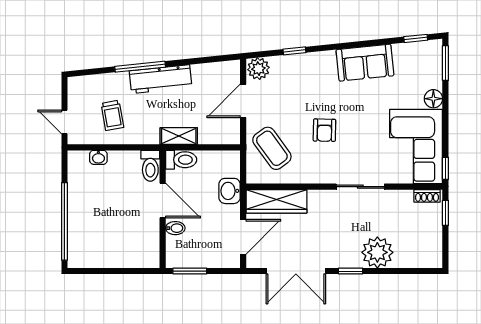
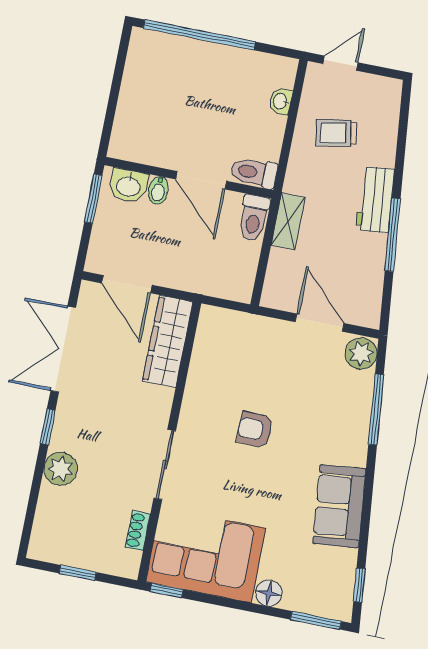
window: (294, 51) -> (376, 410), width x2.17
window: (140, 67) -> (393, 235), moved
workbench: (161, 79) -> (375, 200), width x0.73
coffee table: (272, 148) -> (244, 350), removed
washbasin: (230, 191) -> (128, 186), moved, turned 180
shoe rack: (427, 196) -> (138, 531), moved
door: (163, 200) -> (201, 180), hinge flipped
window: (445, 213) -> (78, 573), moved
plant: (377, 252) -> (61, 469), width x0.73, depth x0.73

